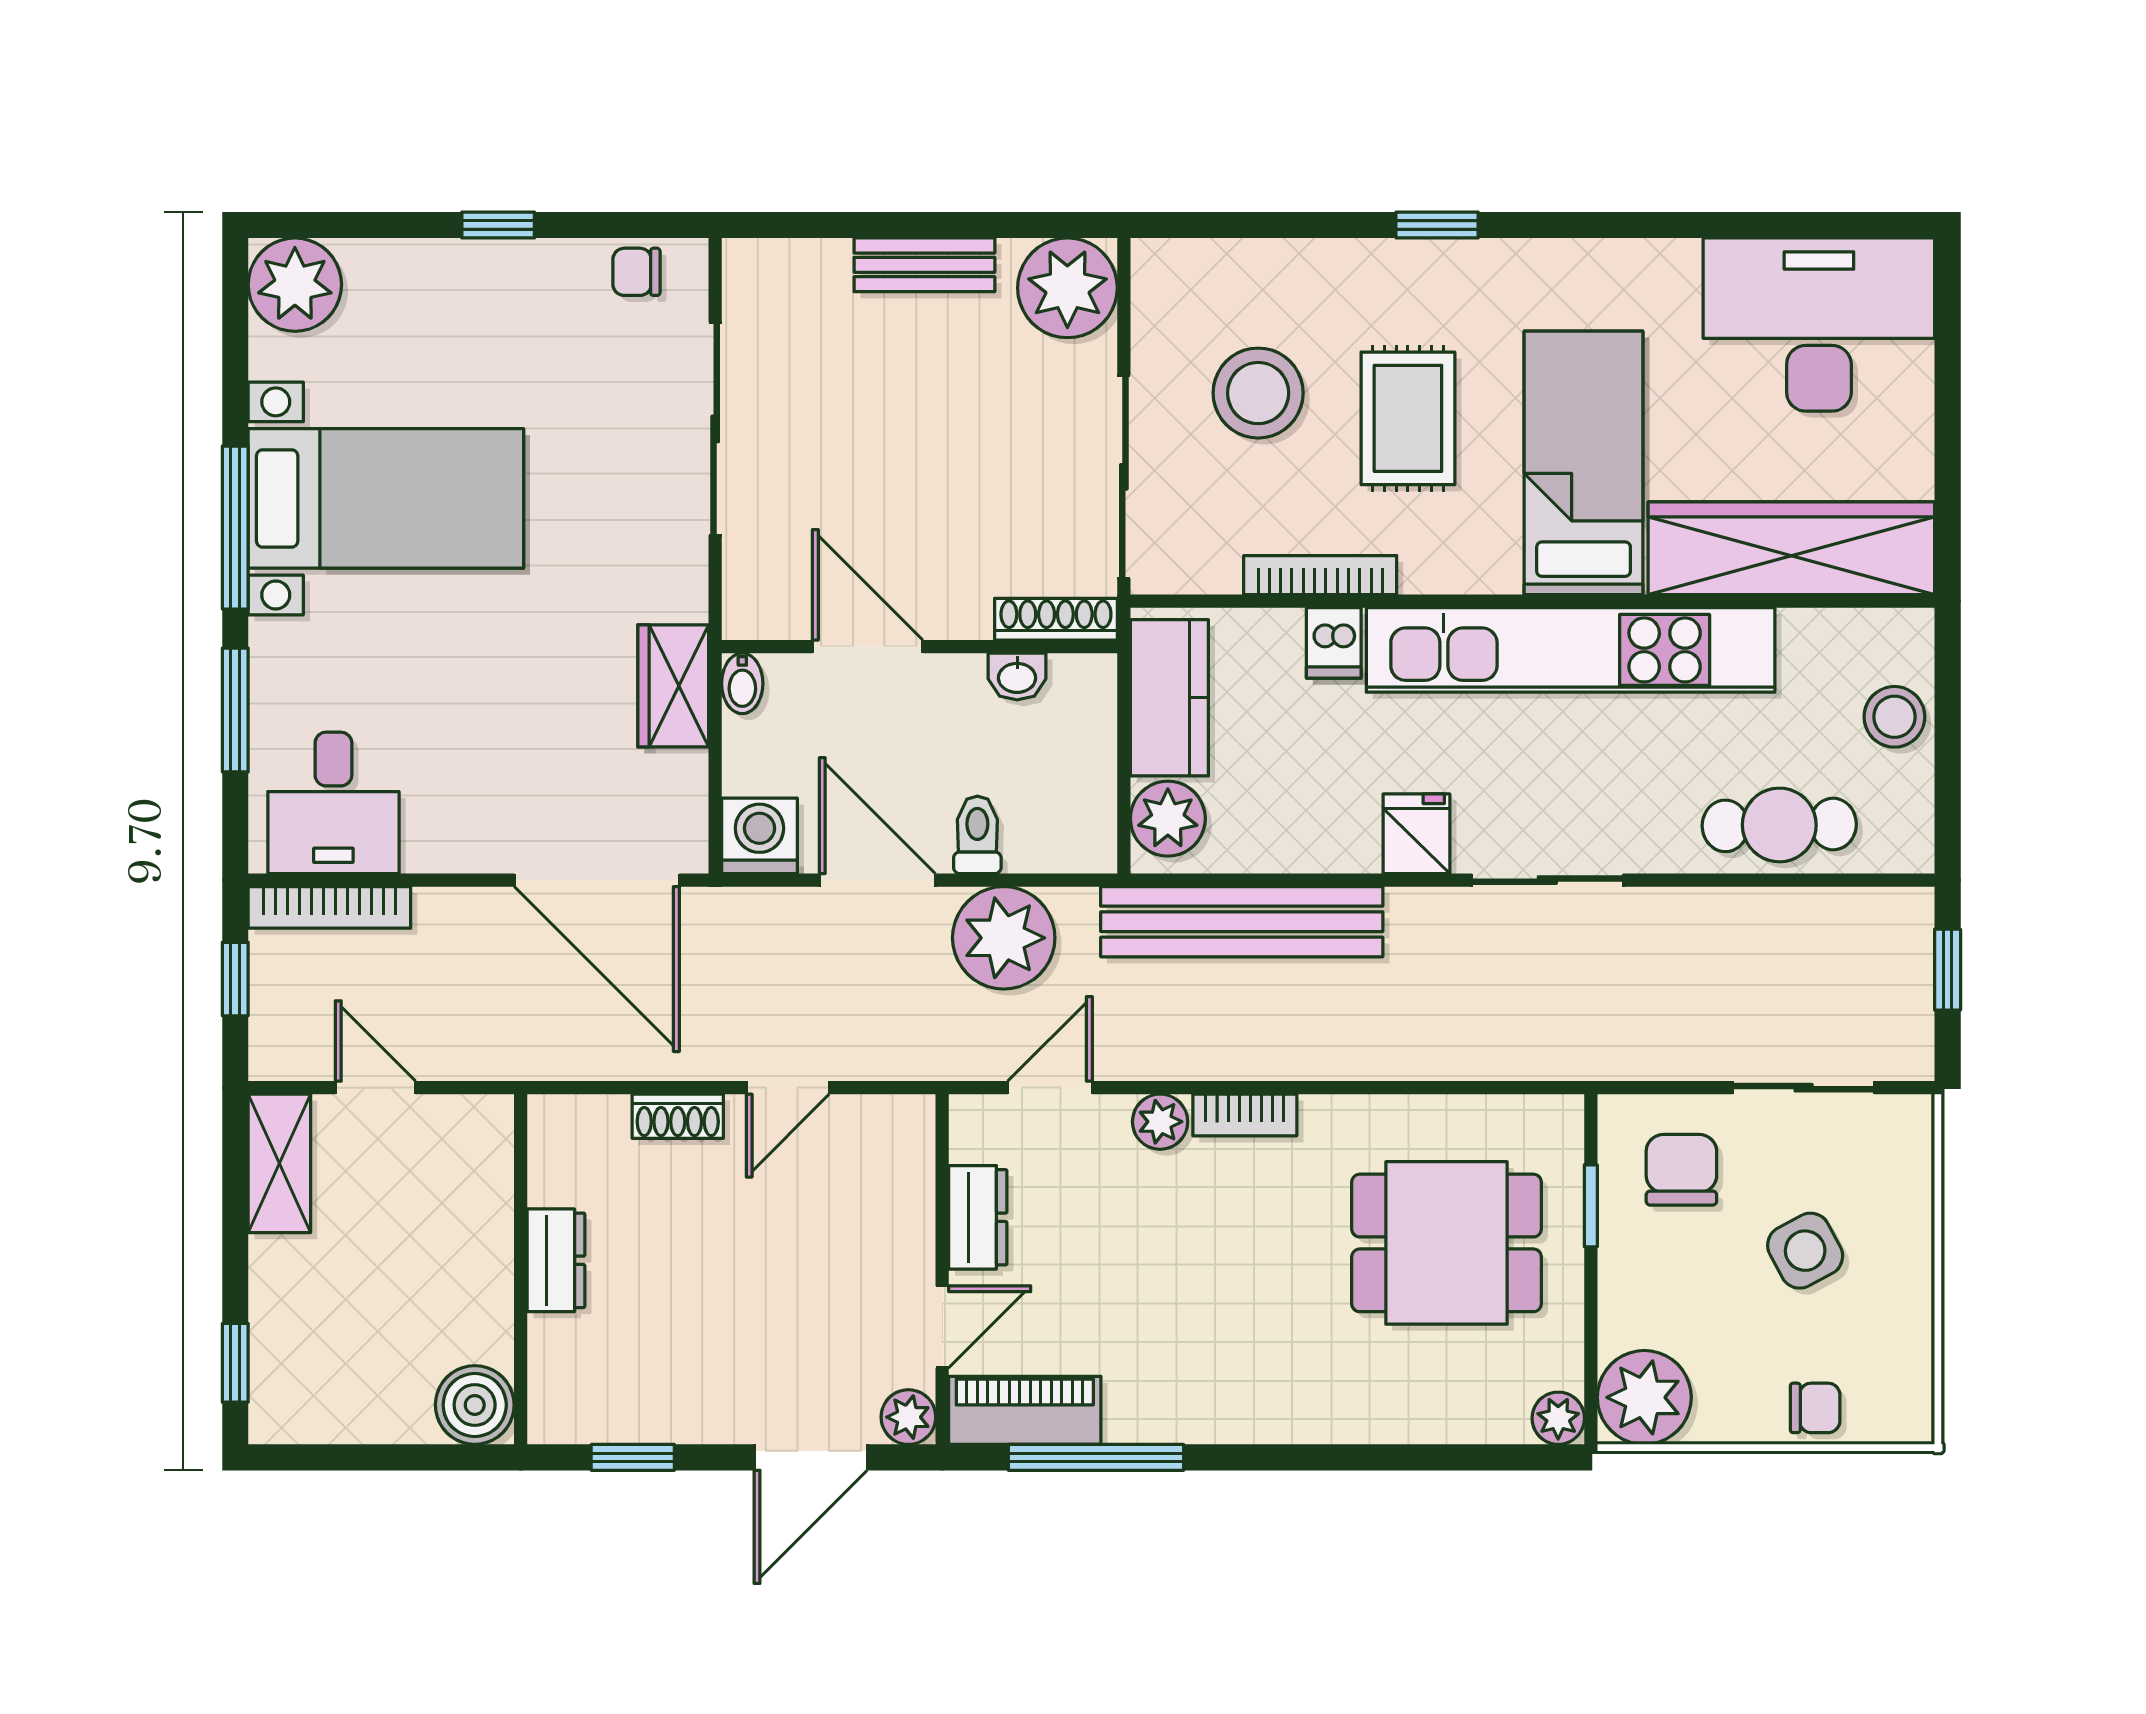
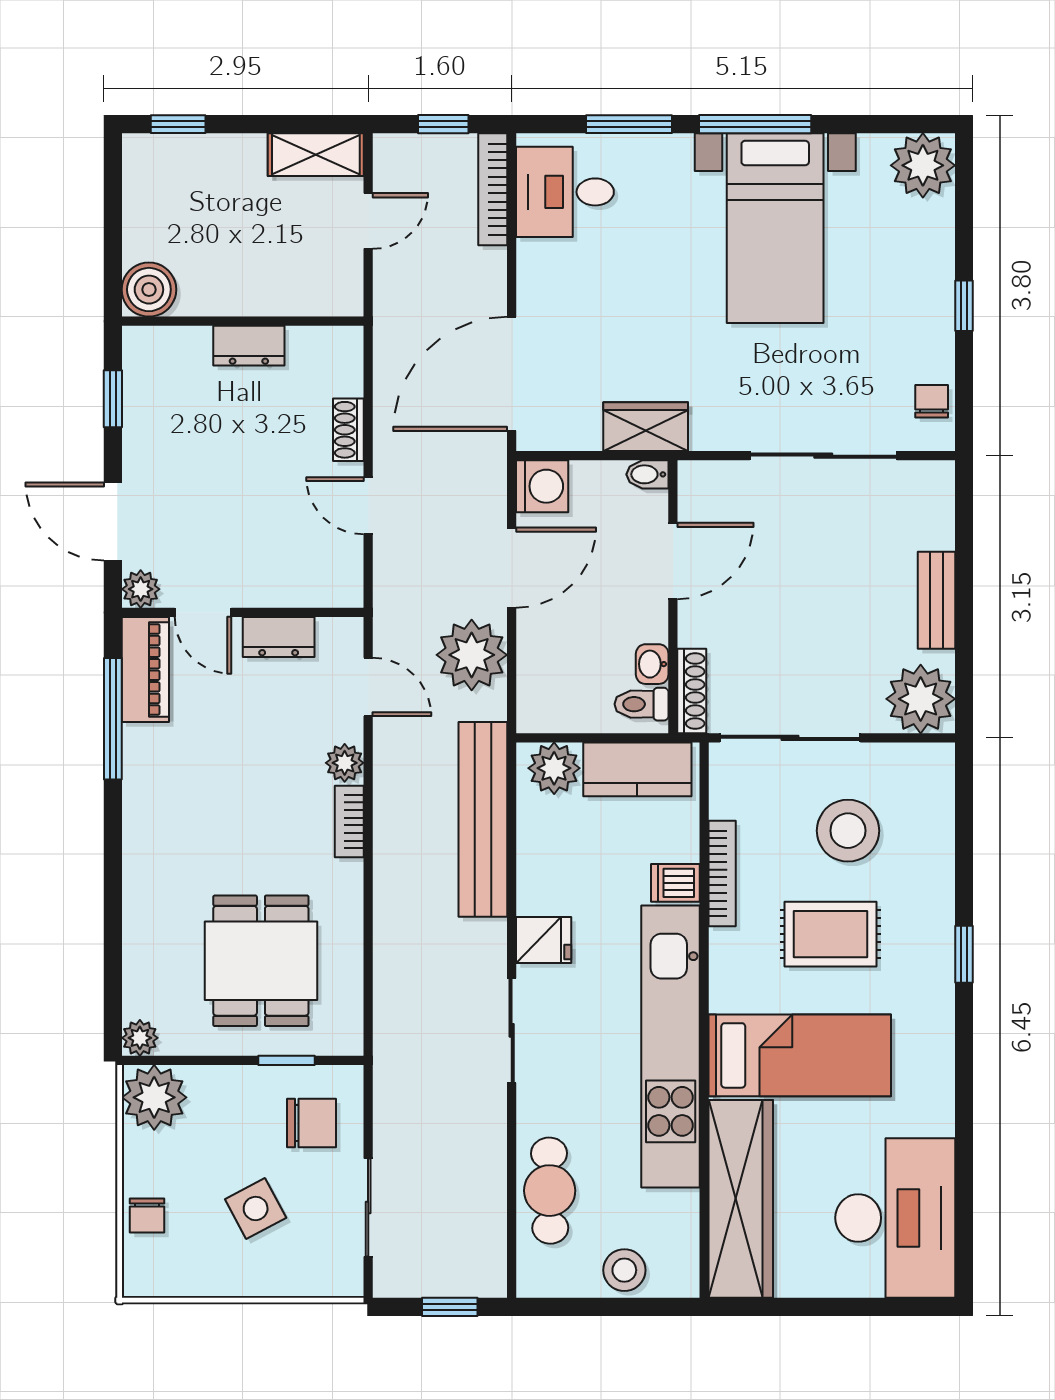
toilet: (977, 835) -> (642, 704), moved, turned 180

